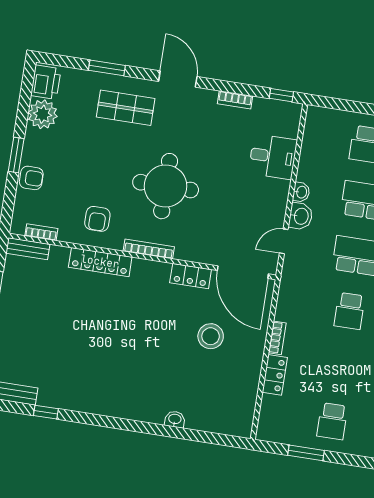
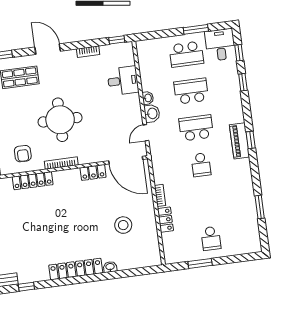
stool: (211, 336) -> (123, 225), moved
locker: (124, 408) -> (76, 269), added

